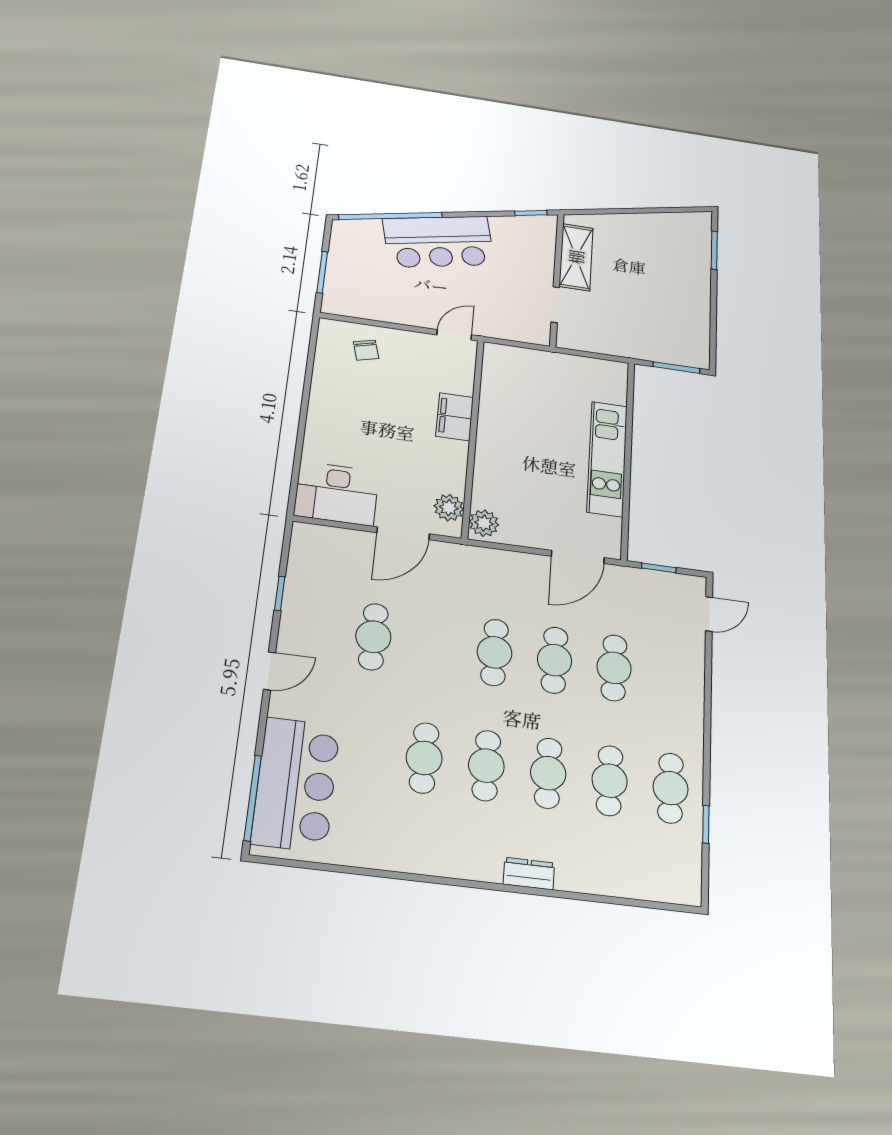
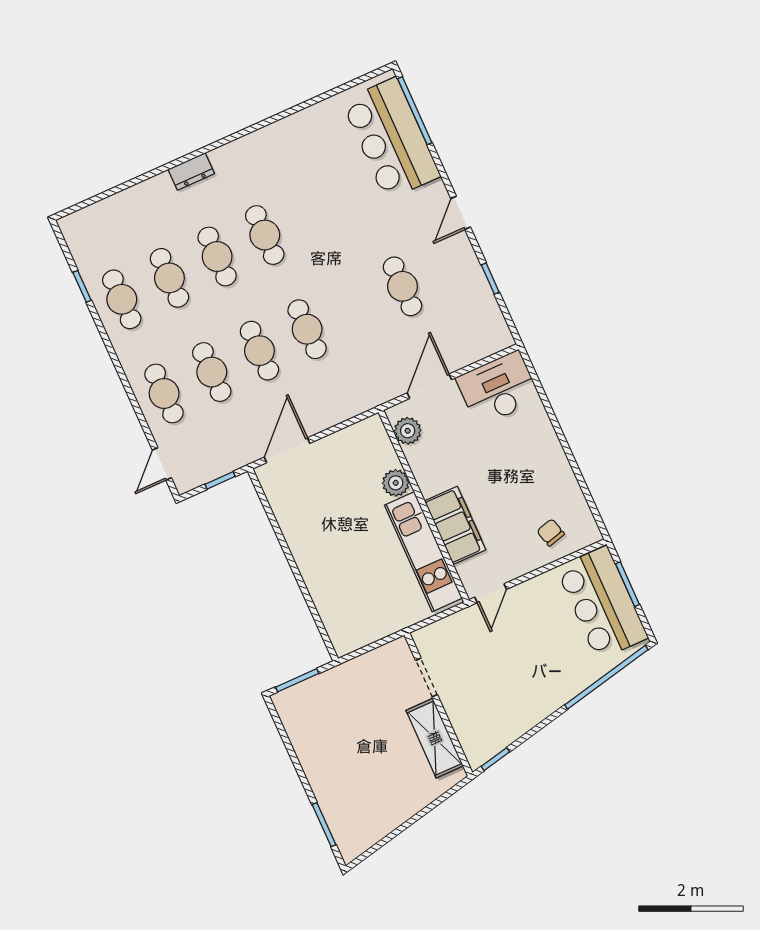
bar counter: (439, 242) -> (602, 603), moved, turned -78
filing cabinet: (455, 417) -> (455, 525), width x1.50, depth x1.17
kitchen unit: (607, 459) -> (423, 552), moved, turned 180
plant: (484, 523) -> (396, 483), moved
cafe table: (424, 758) -> (164, 393), moved

